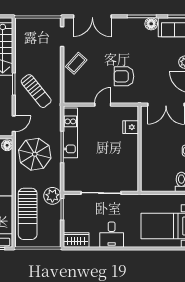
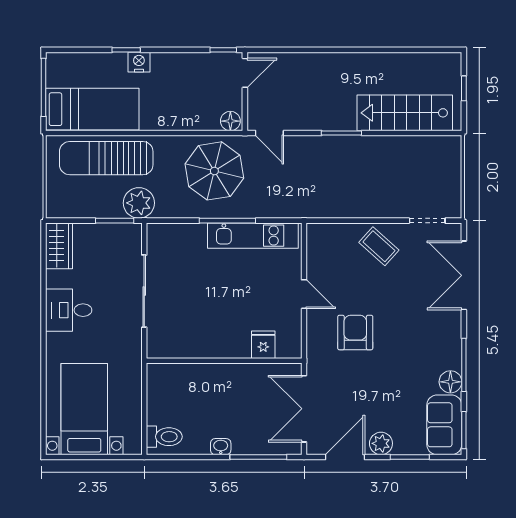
sun lounger: (36, 91) -> (329, 173), removed

